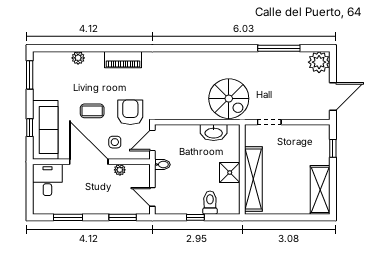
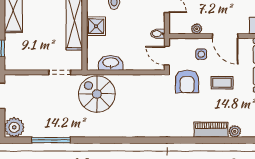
piano: (123, 60) -> (211, 130), moved
door: (152, 140) -> (167, 56), swing flipped
door: (89, 162) -> (225, 36), width x0.73

